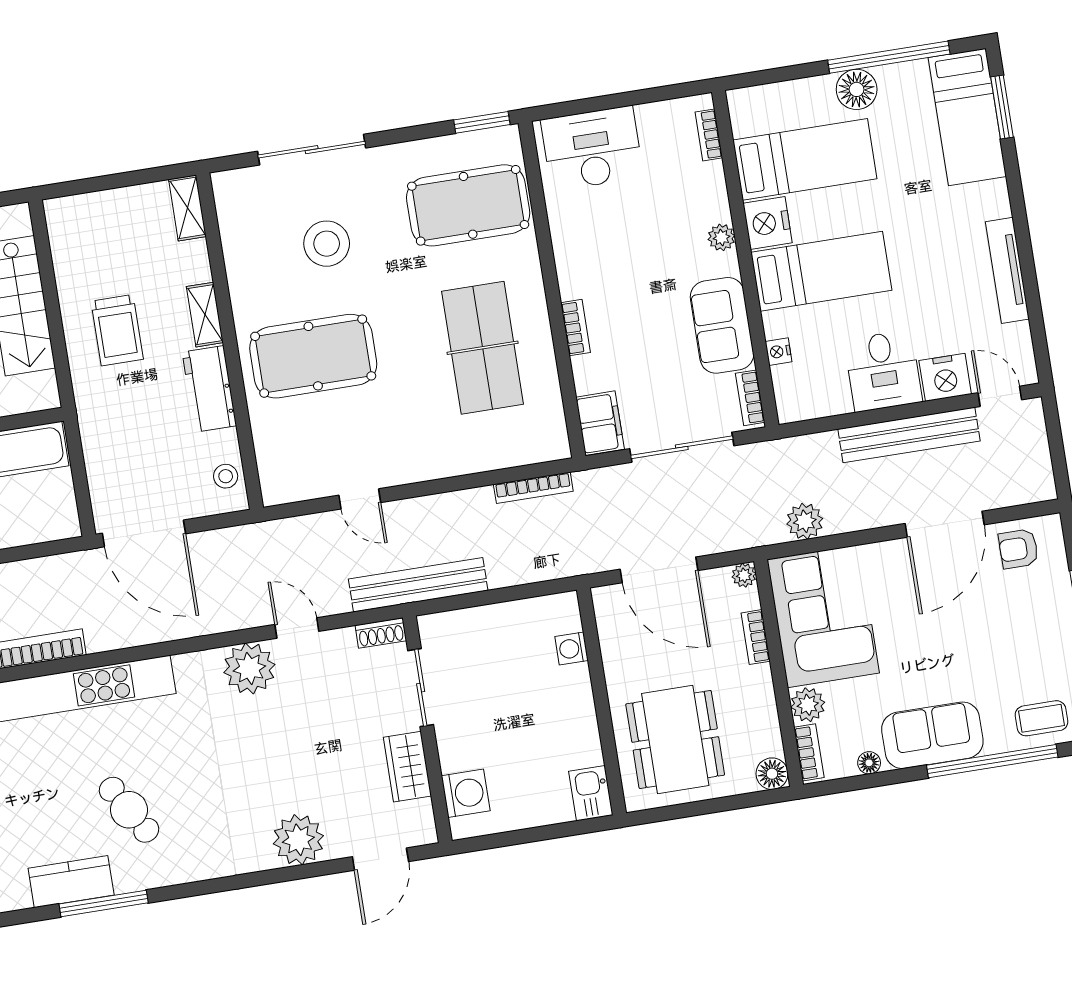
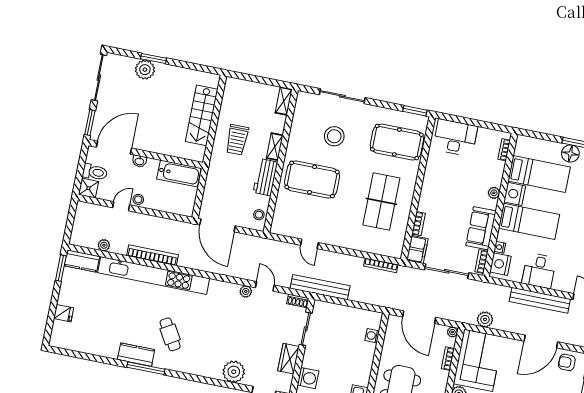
bookcase: (576, 328) -> (419, 224), moved
nightstand: (945, 377) -> (500, 264), moved, turned 90
plant: (249, 668) -> (246, 291), width x0.53, depth x0.53

